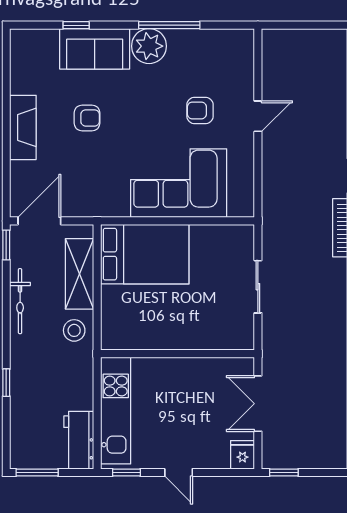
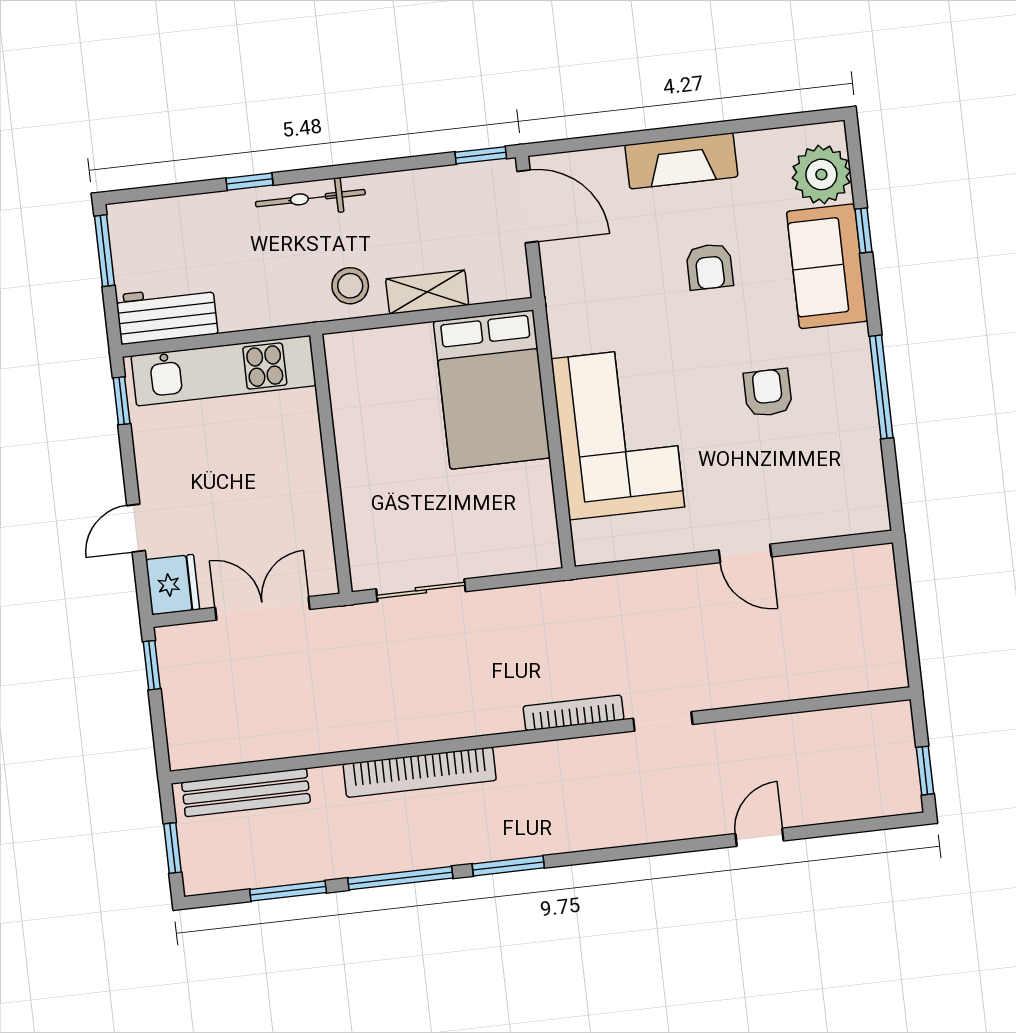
plant: (149, 46) -> (821, 174), moved
armchair: (200, 110) -> (768, 393), moved
shelving: (80, 274) -> (427, 292), width x0.67, depth x0.75
sliding door: (258, 287) -> (421, 590), moved
bicycle: (20, 301) -> (310, 198), moved
fridge: (242, 455) -> (173, 585), width x1.38
door: (179, 472) -> (136, 528), moved

